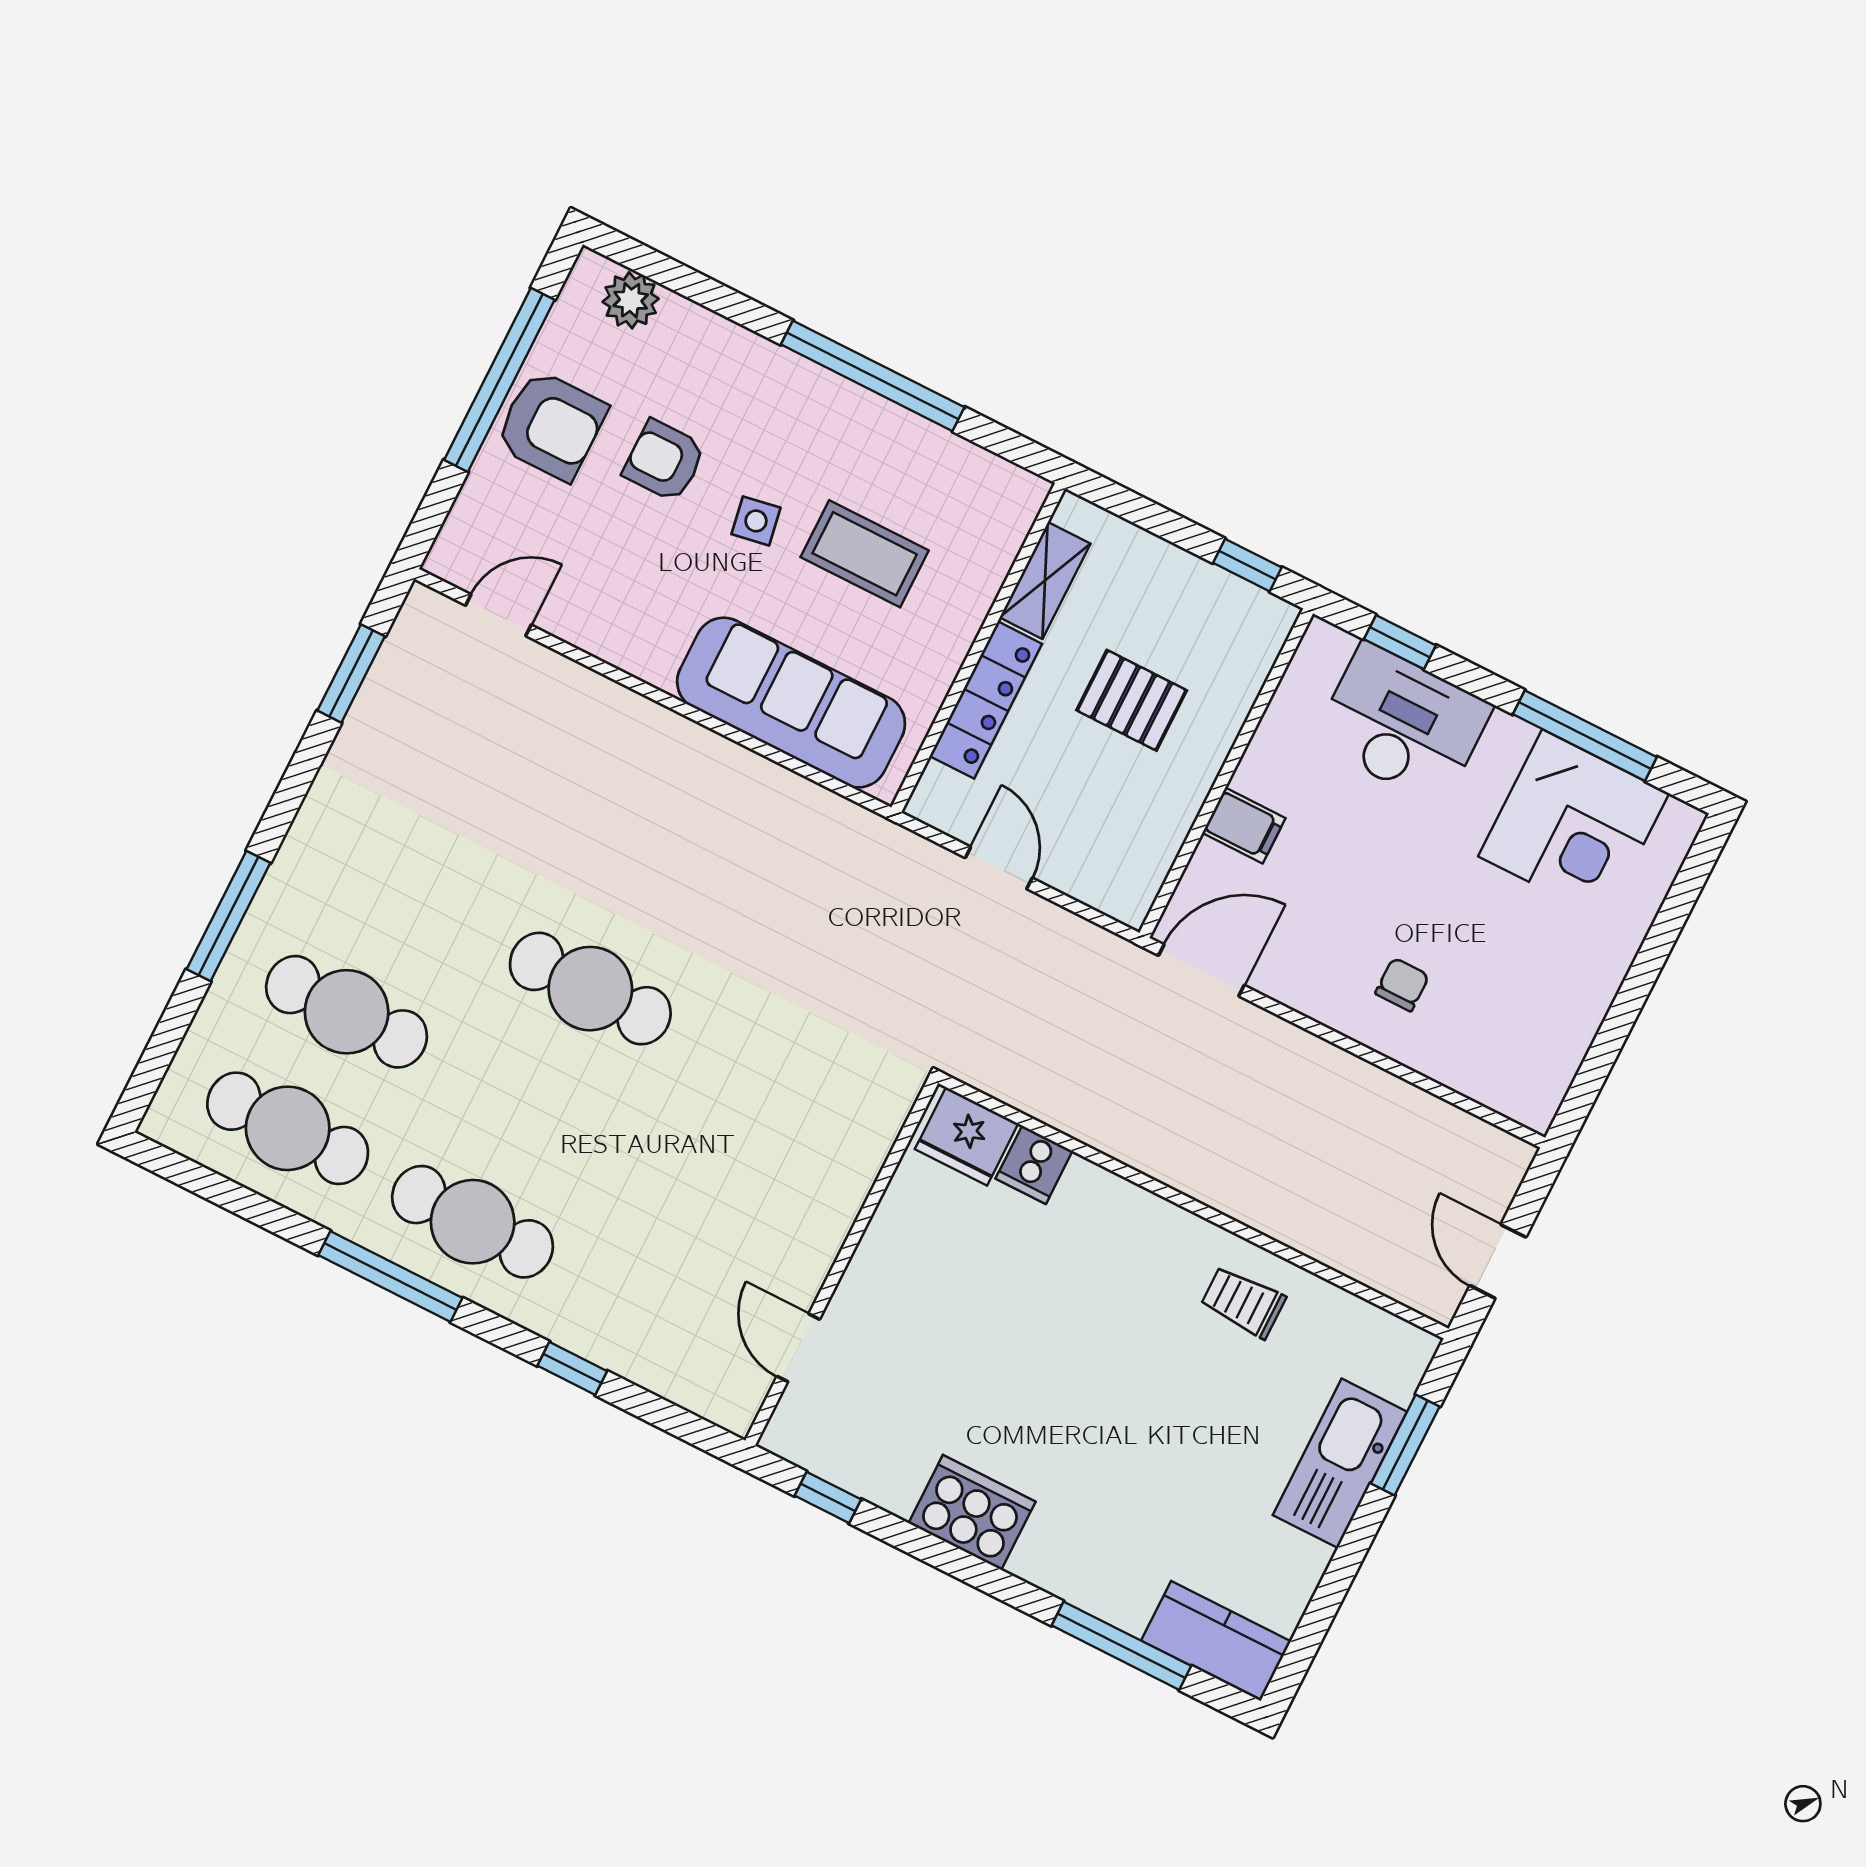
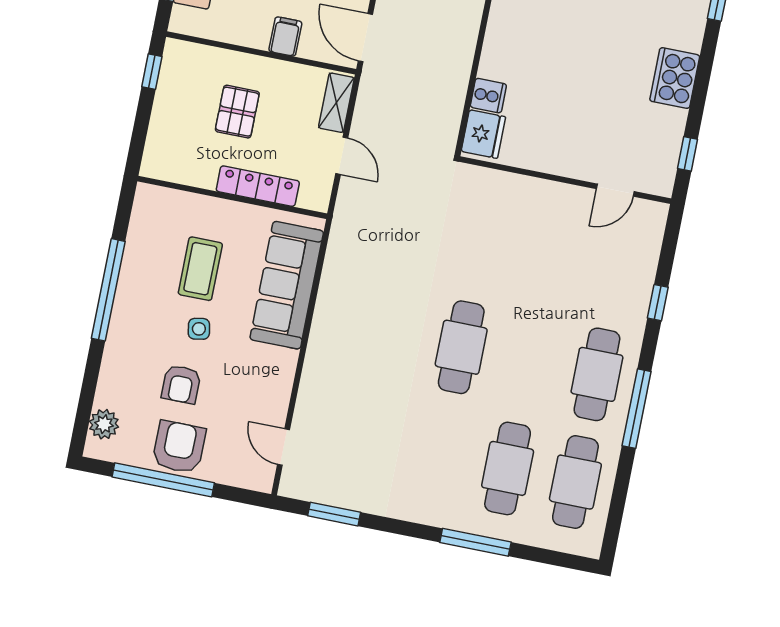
shelving: (1045, 581) -> (336, 103), moved, turned 90
door: (999, 868) -> (342, 156), swing flipped

